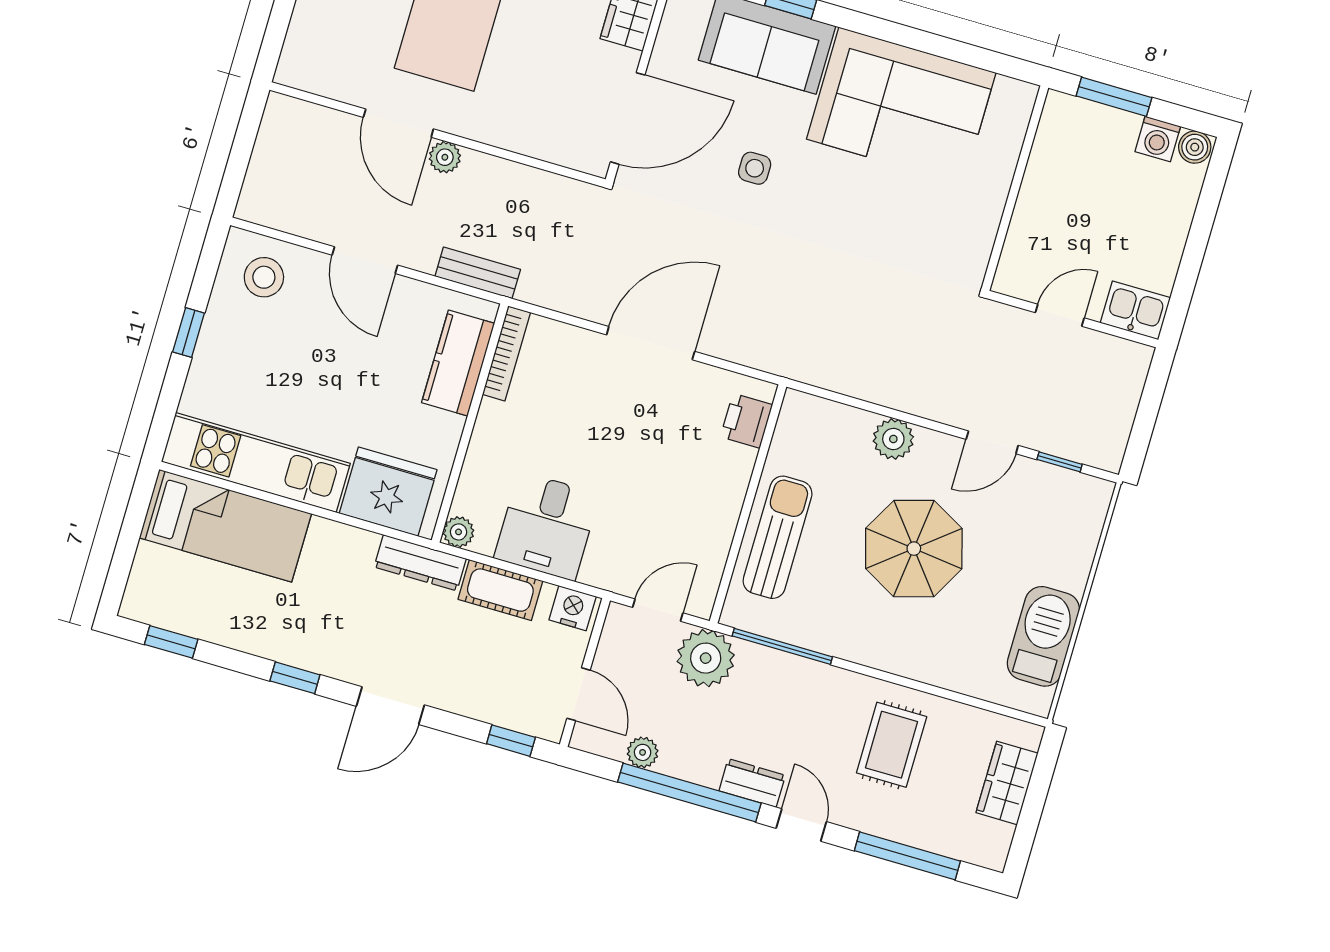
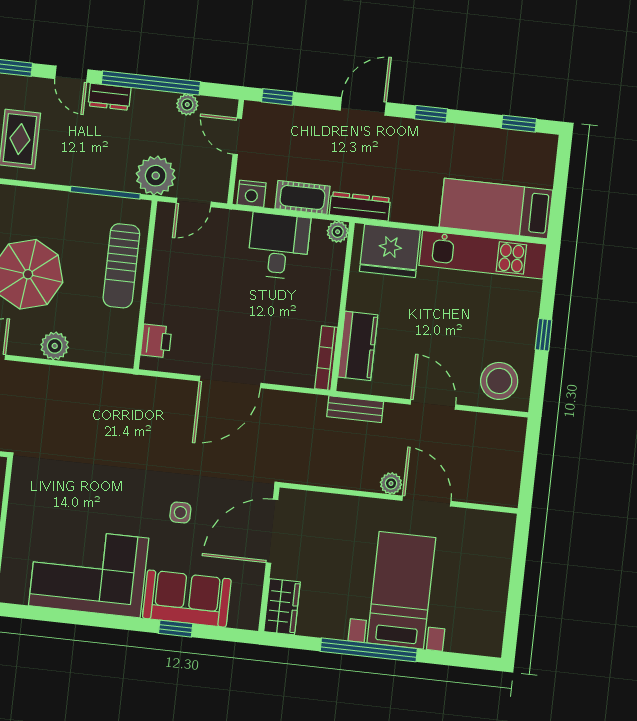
stool: (264, 277) -> (499, 381), width x1.38, depth x1.38

